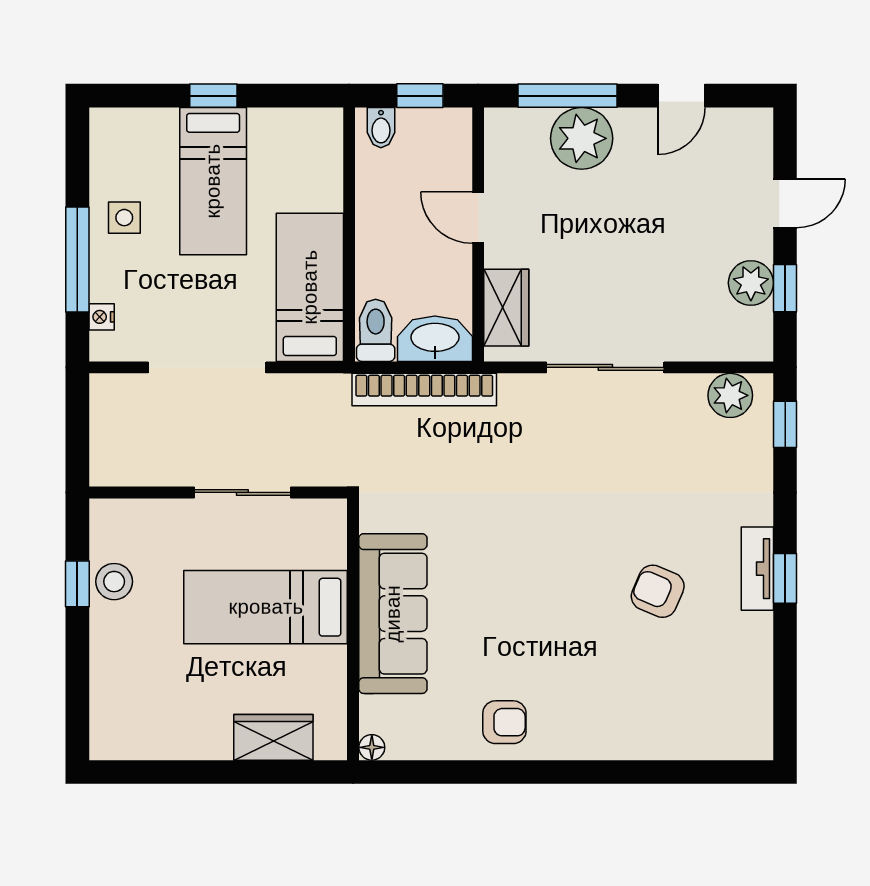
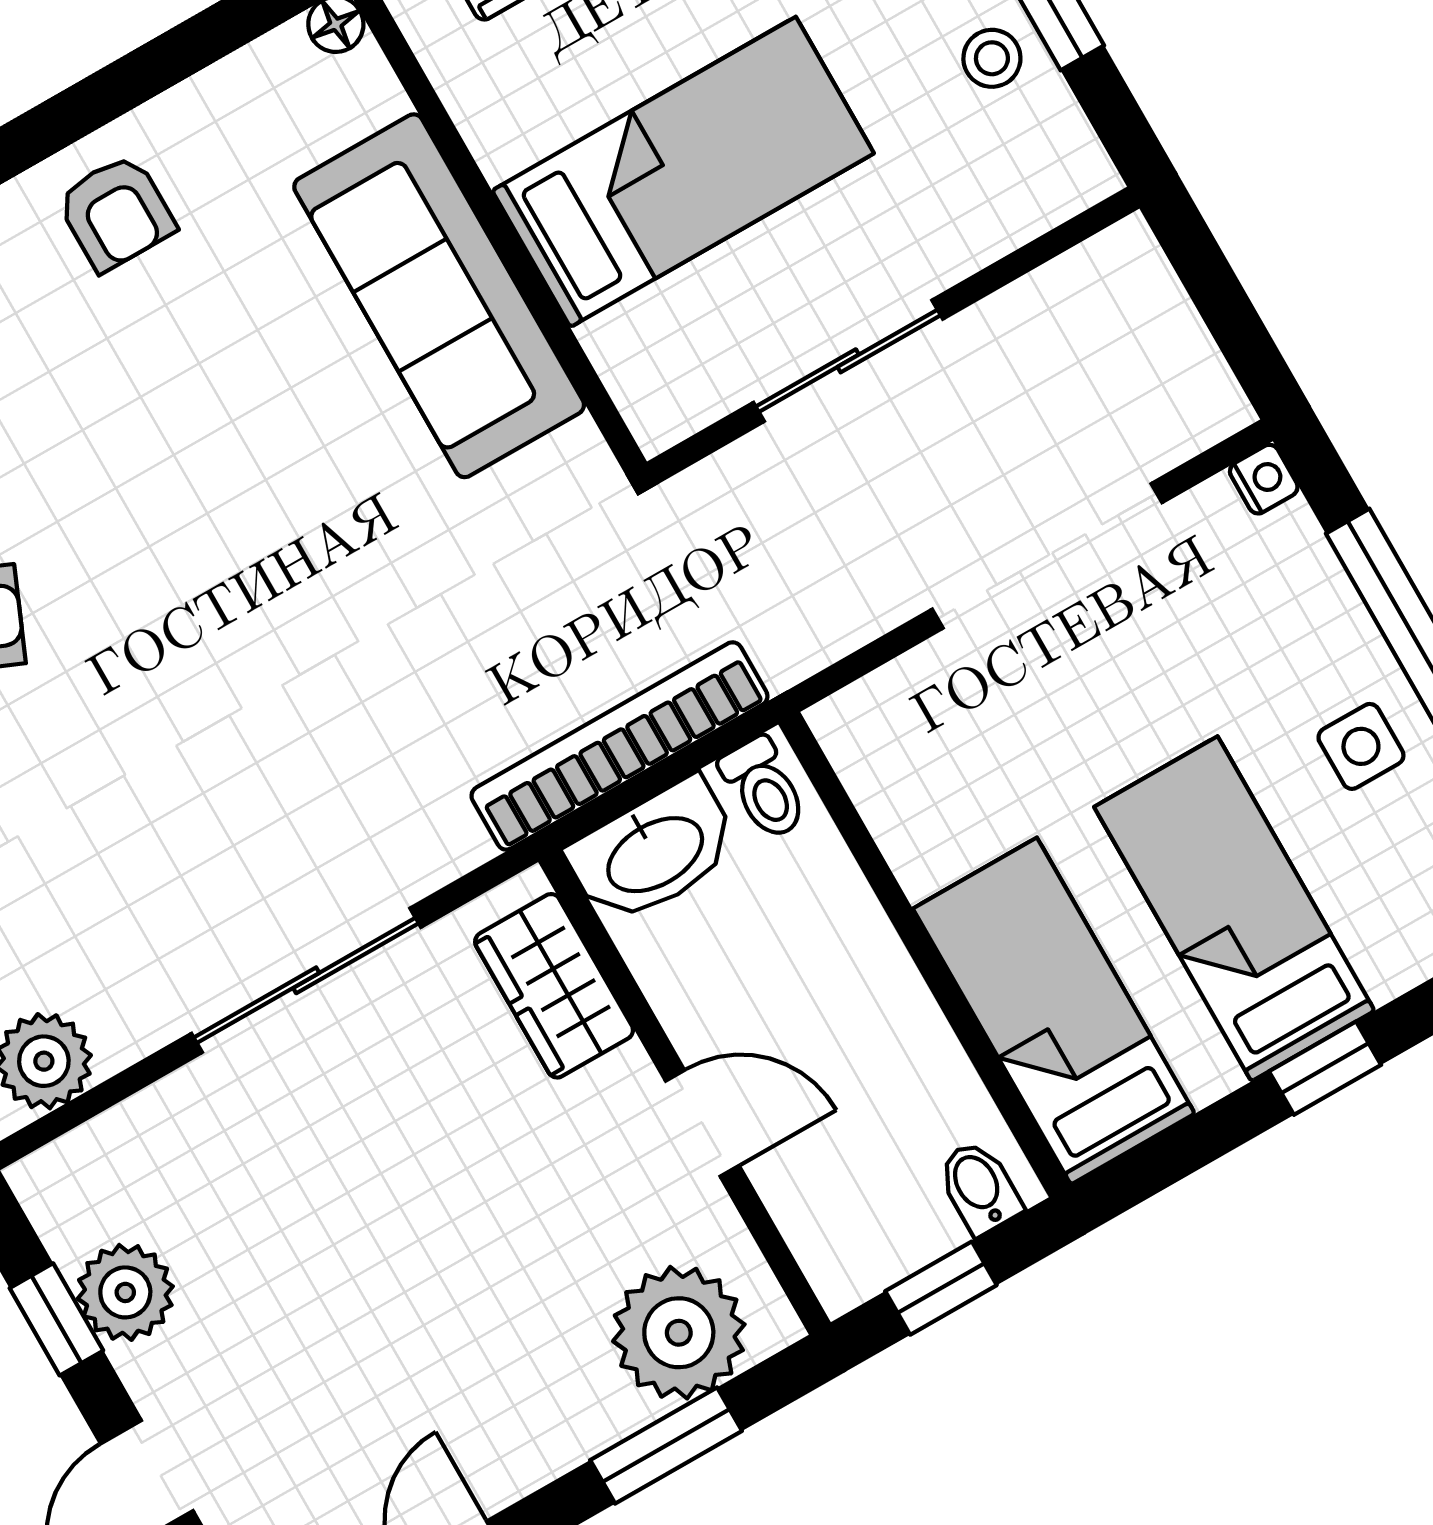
window: (568, 96) -> (666, 1446), width x0.69
plant: (582, 138) -> (679, 1333), moved
bed: (310, 287) -> (1054, 1011), moved, turned 180
nightstand: (102, 317) -> (1264, 479), moved
toilet: (376, 330) -> (764, 788), width x0.73, depth x0.72
stool: (114, 582) -> (992, 58), width x0.73, depth x0.73
armchair: (504, 722) -> (116, 213), turned -90

